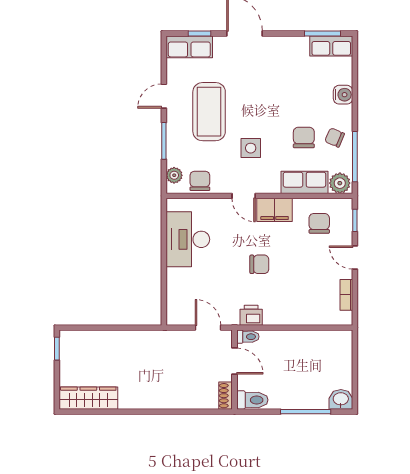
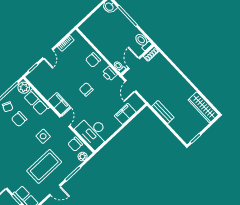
chair: (319, 223) -> (93, 60), moved
desk: (188, 239) -> (93, 132), moved, turned 90
filing cabinet: (178, 286) -> (125, 114), added
bench: (133, 338) -> (163, 112), added

